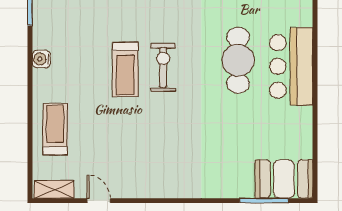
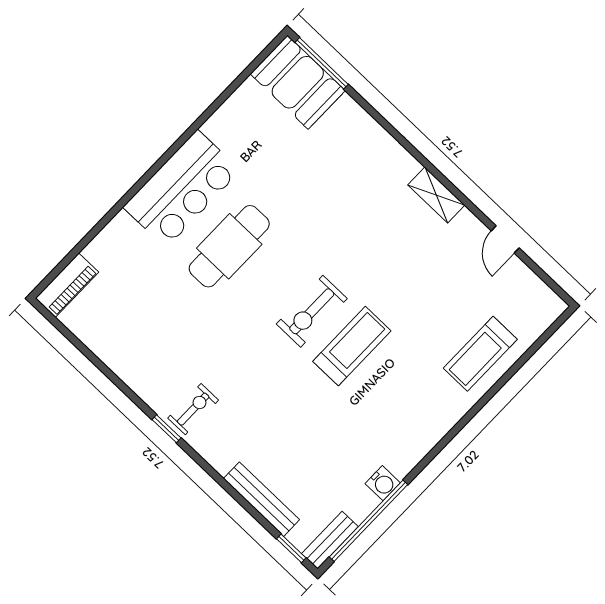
water cooler: (41, 59) -> (383, 483), moved
shelving: (54, 189) -> (436, 195), moved
window: (264, 201) -> (322, 63), moved

